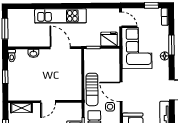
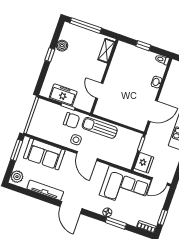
door: (121, 92) -> (87, 156), swing flipped
door: (48, 102) -> (99, 91), moved

